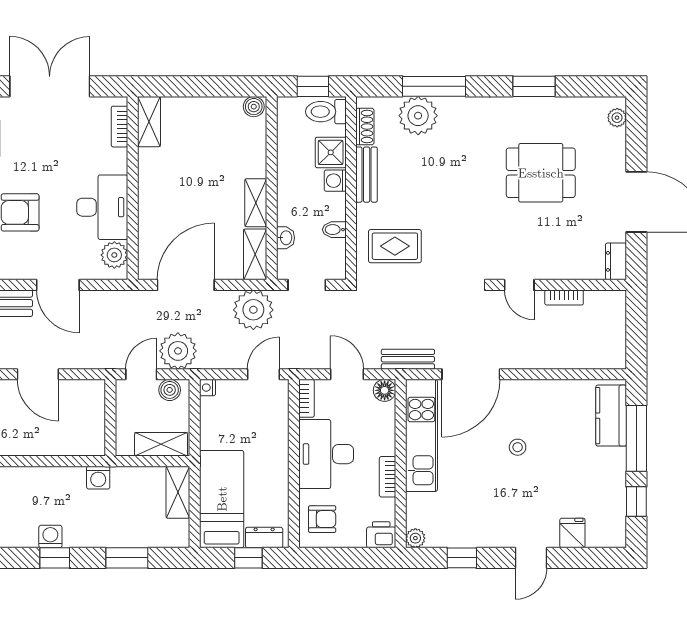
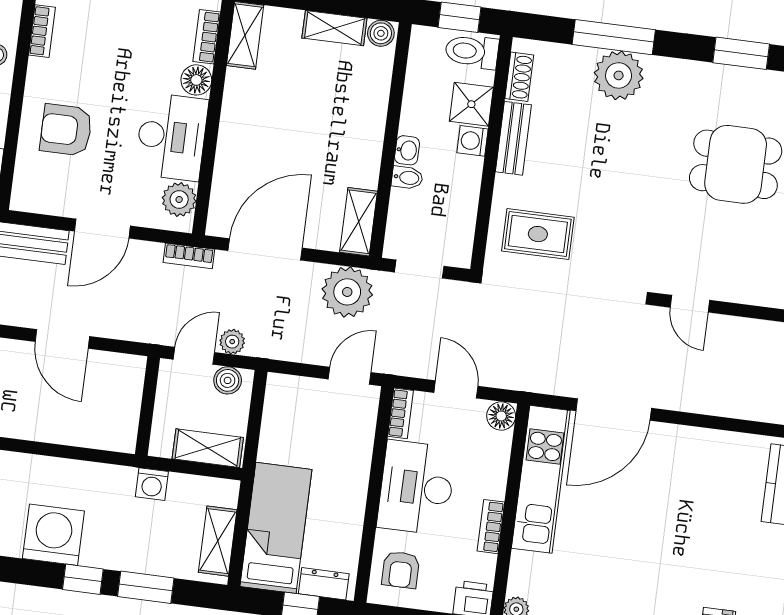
plant: (418, 116) -> (619, 75), moved
floor lamp: (116, 161) -> (196, 80), added
shelving: (256, 203) -> (334, 28), moved, turned 90
bidet: (334, 230) -> (407, 178), moved, turned 180
washbasin: (286, 238) -> (407, 150), moved
door: (58, 285) -> (102, 228), hinge flipped
bookcase: (564, 298) -> (189, 256), moved
plant: (178, 351) -> (232, 342), width x0.53, depth x0.53
bench: (408, 359) -> (536, 380), removed
nightstand: (208, 388) -> (276, 384), removed
stool: (518, 447) -> (661, 510), removed
washing machine: (98, 478) -> (152, 484), moved
shelving: (178, 492) -> (218, 541), moved
armchair: (322, 519) -> (401, 570), turned 90
washing machine: (50, 537) -> (53, 535), width x1.89, depth x1.89
window: (55, 558) -> (83, 579), moved

